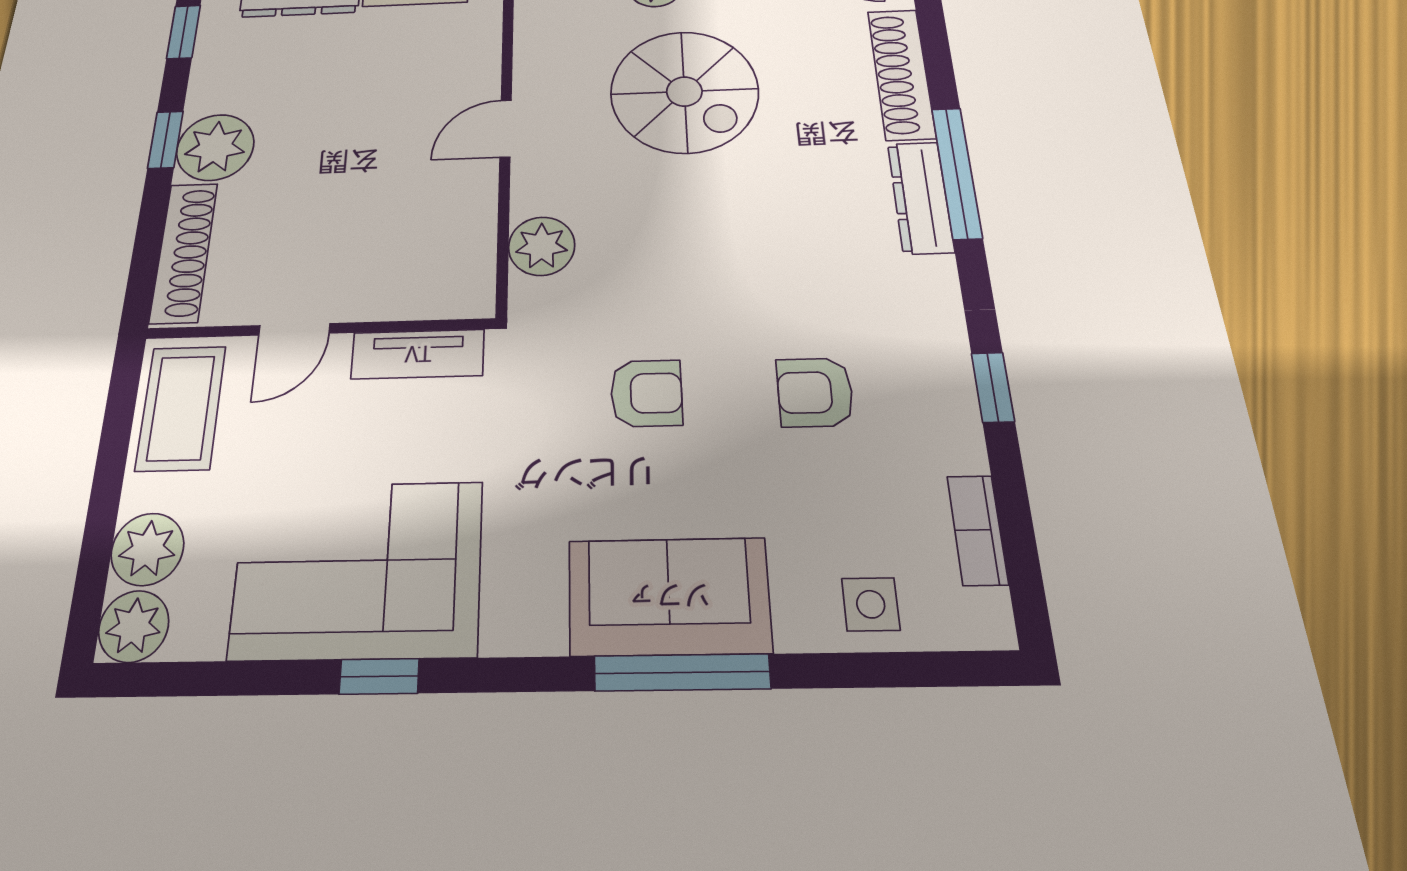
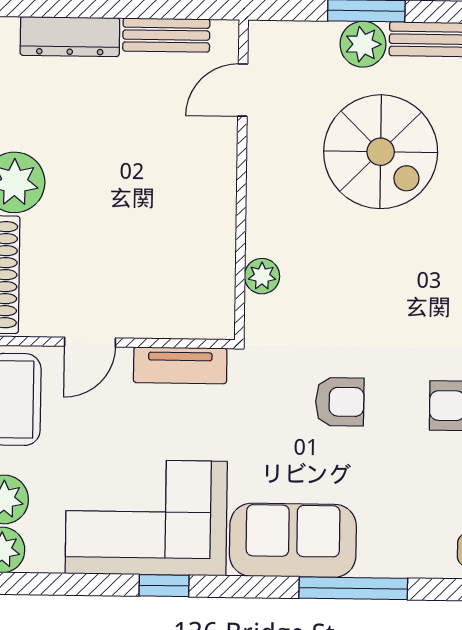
door: (506, 128) -> (243, 90), moved
plant: (542, 246) -> (262, 276), width x0.73, depth x0.73
sofa: (669, 596) -> (293, 540), moved

